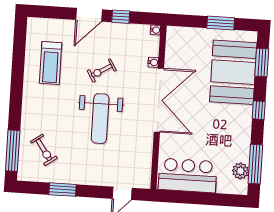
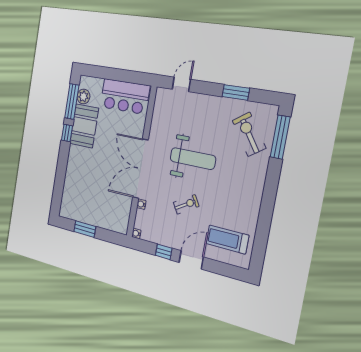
treadmill: (51, 63) -> (227, 239), moved, turned -90
window: (262, 63) -> (58, 189), removed
booth: (233, 72) -> (84, 126), moved, width x0.73, depth x0.70
window: (259, 110) -> (67, 133), moved
weight bench: (100, 119) -> (193, 159), turned 90
exercise bike: (44, 150) -> (249, 134), width x1.38, depth x1.39

